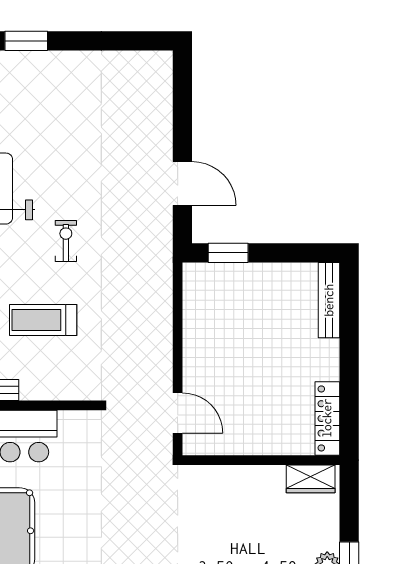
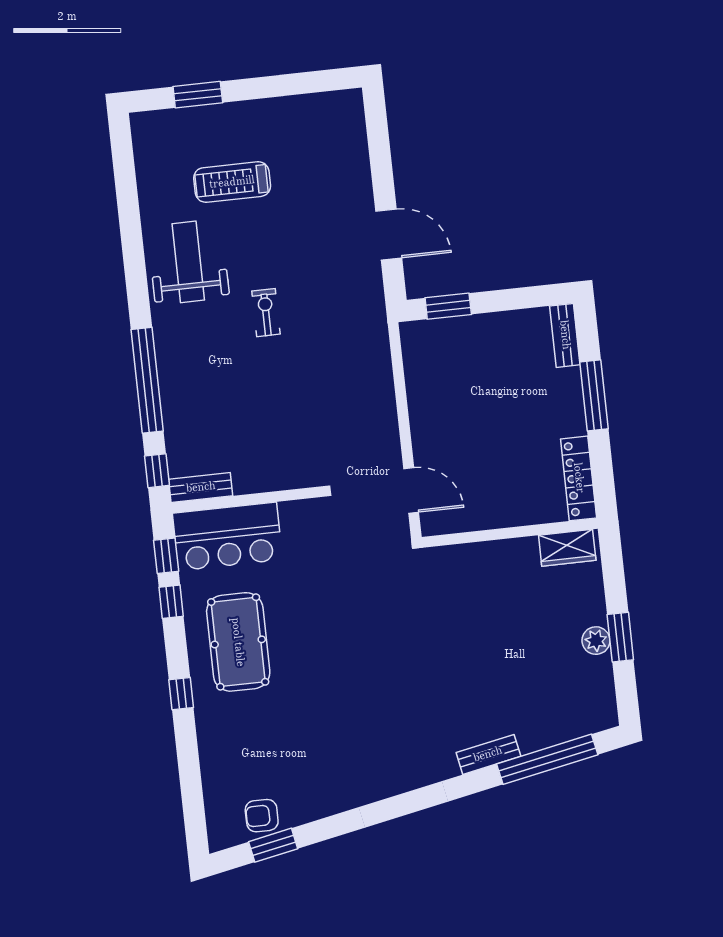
bench: (329, 300) -> (565, 335), width x0.73
treadmill: (43, 320) -> (232, 182), moved
window: (349, 346) -> (594, 395), added

